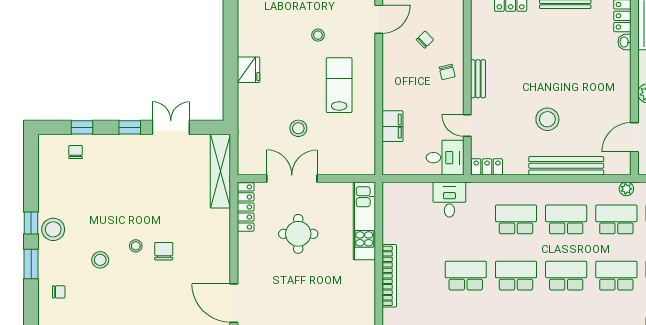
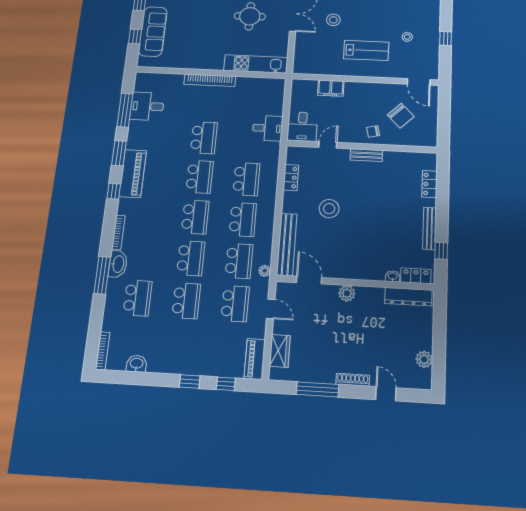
chair: (425, 40) -> (401, 116), width x1.87, depth x1.87
bench: (566, 166) -> (287, 244), moved
locker: (487, 167) -> (291, 178), moved

